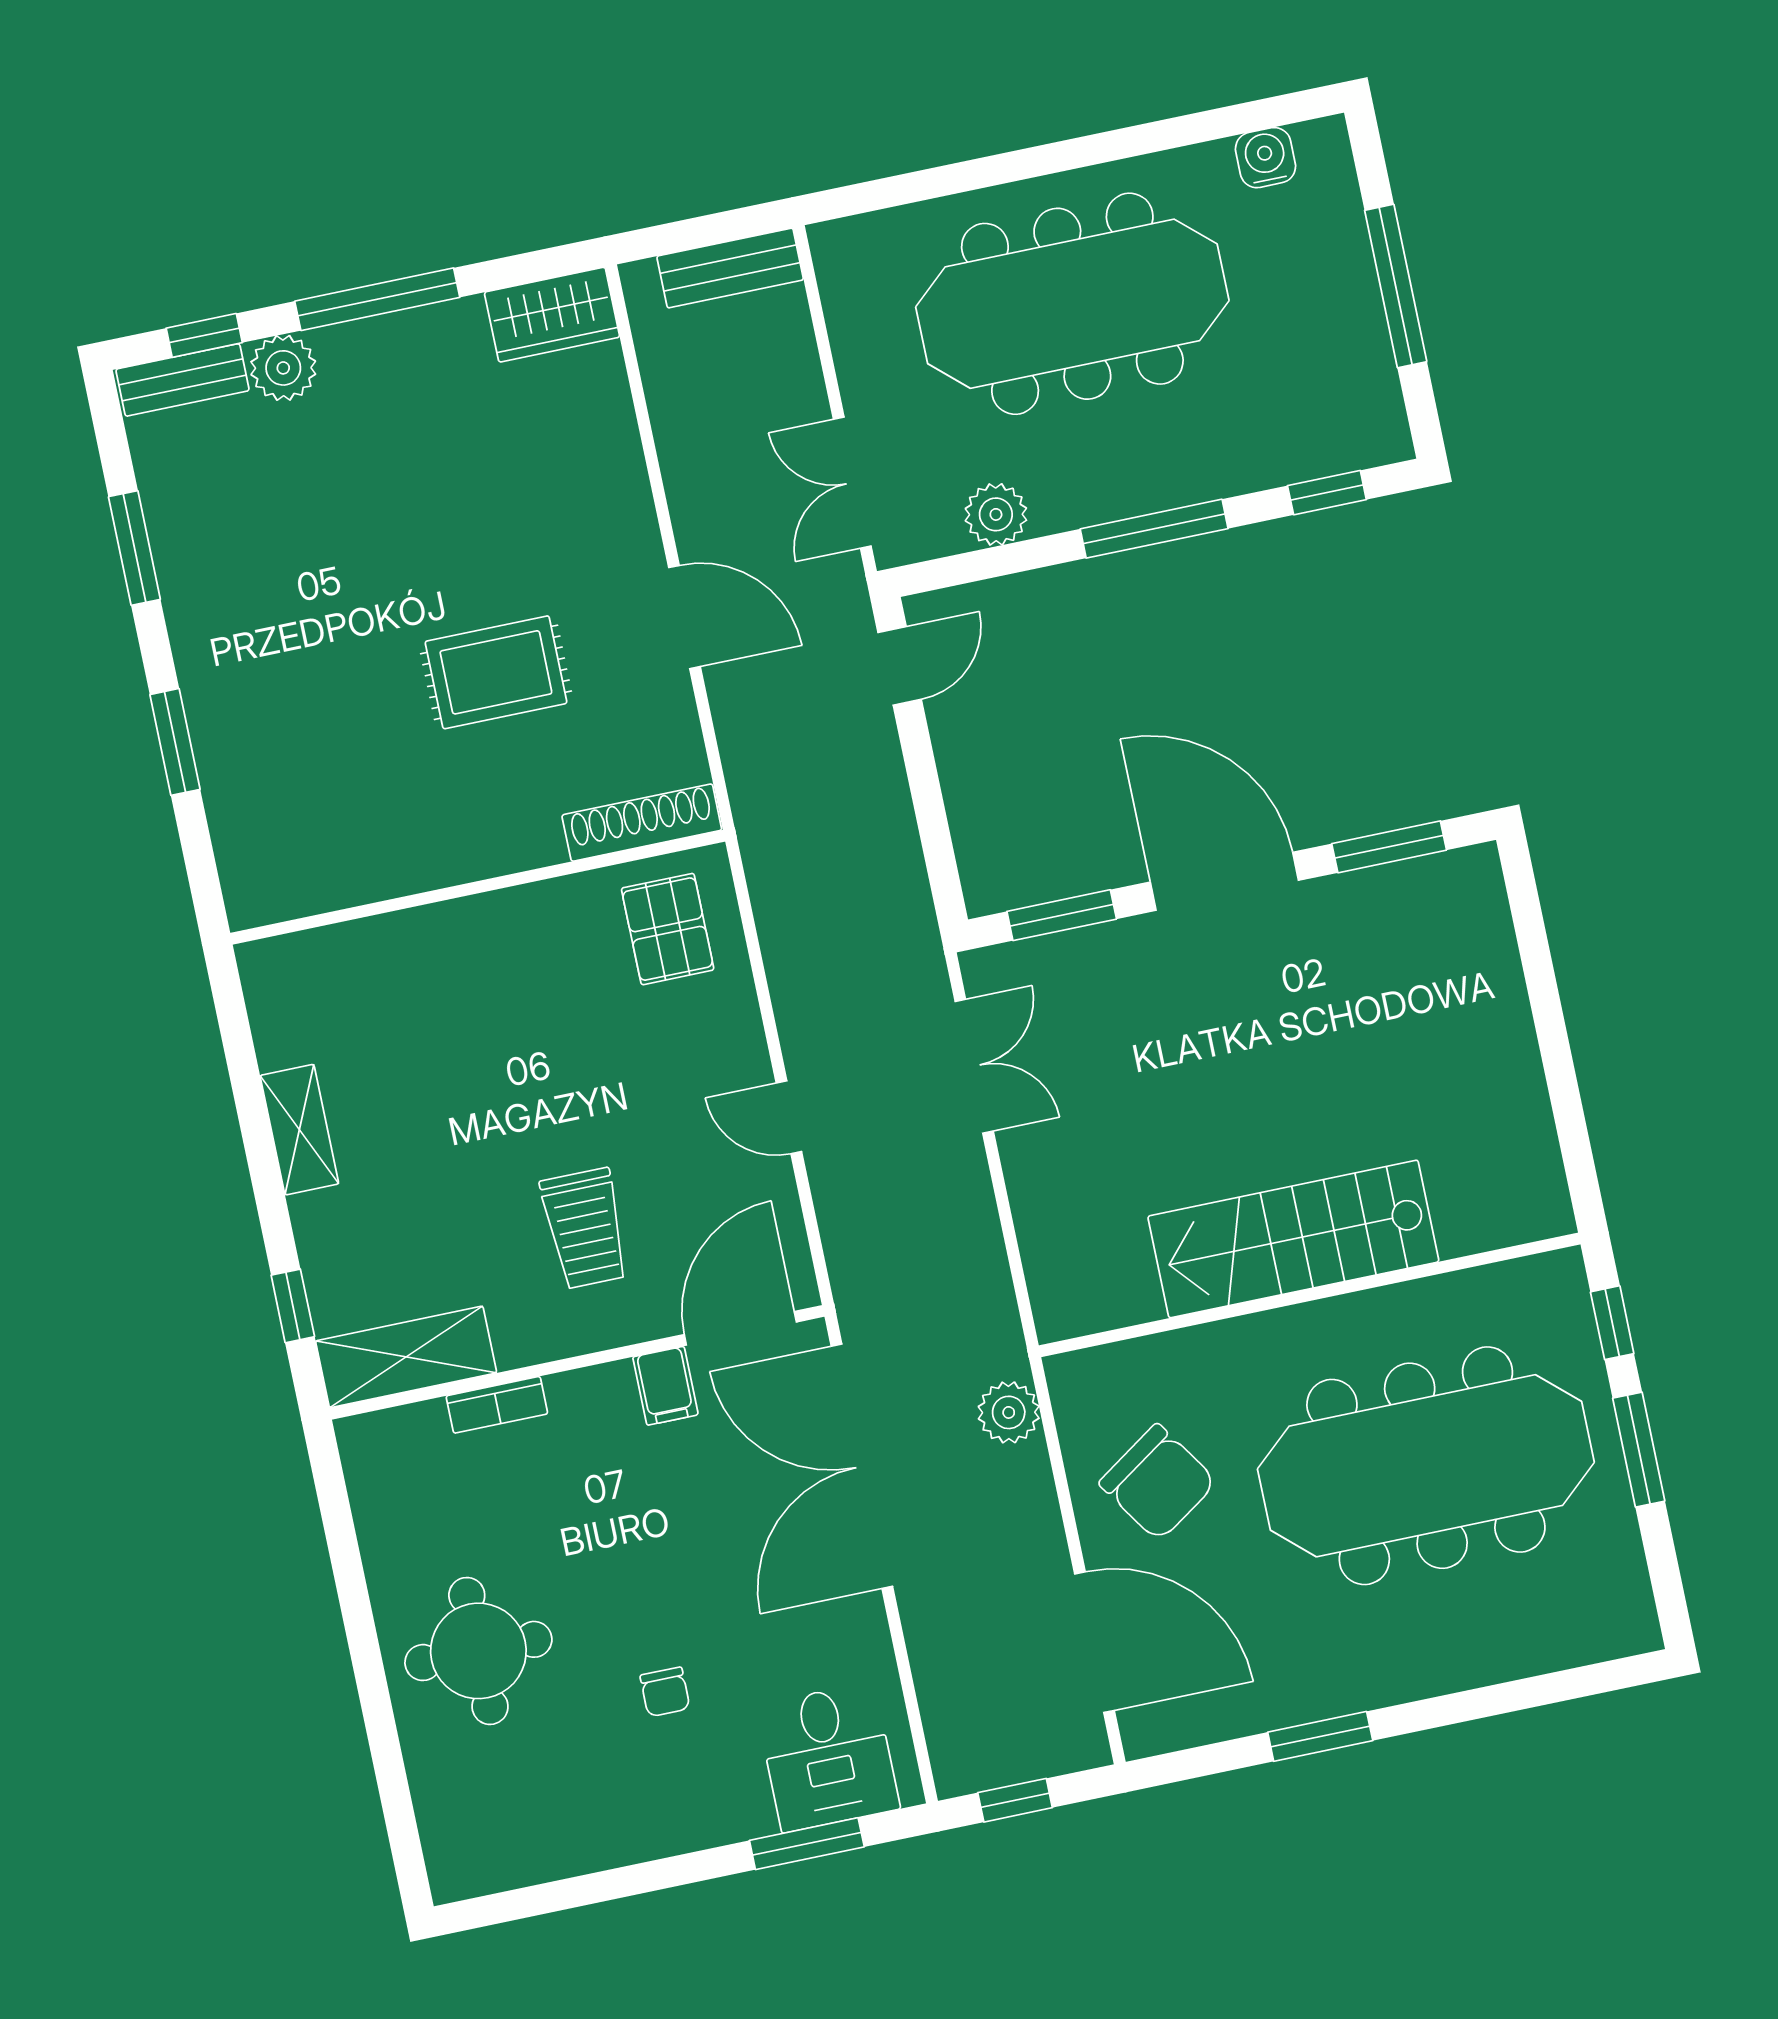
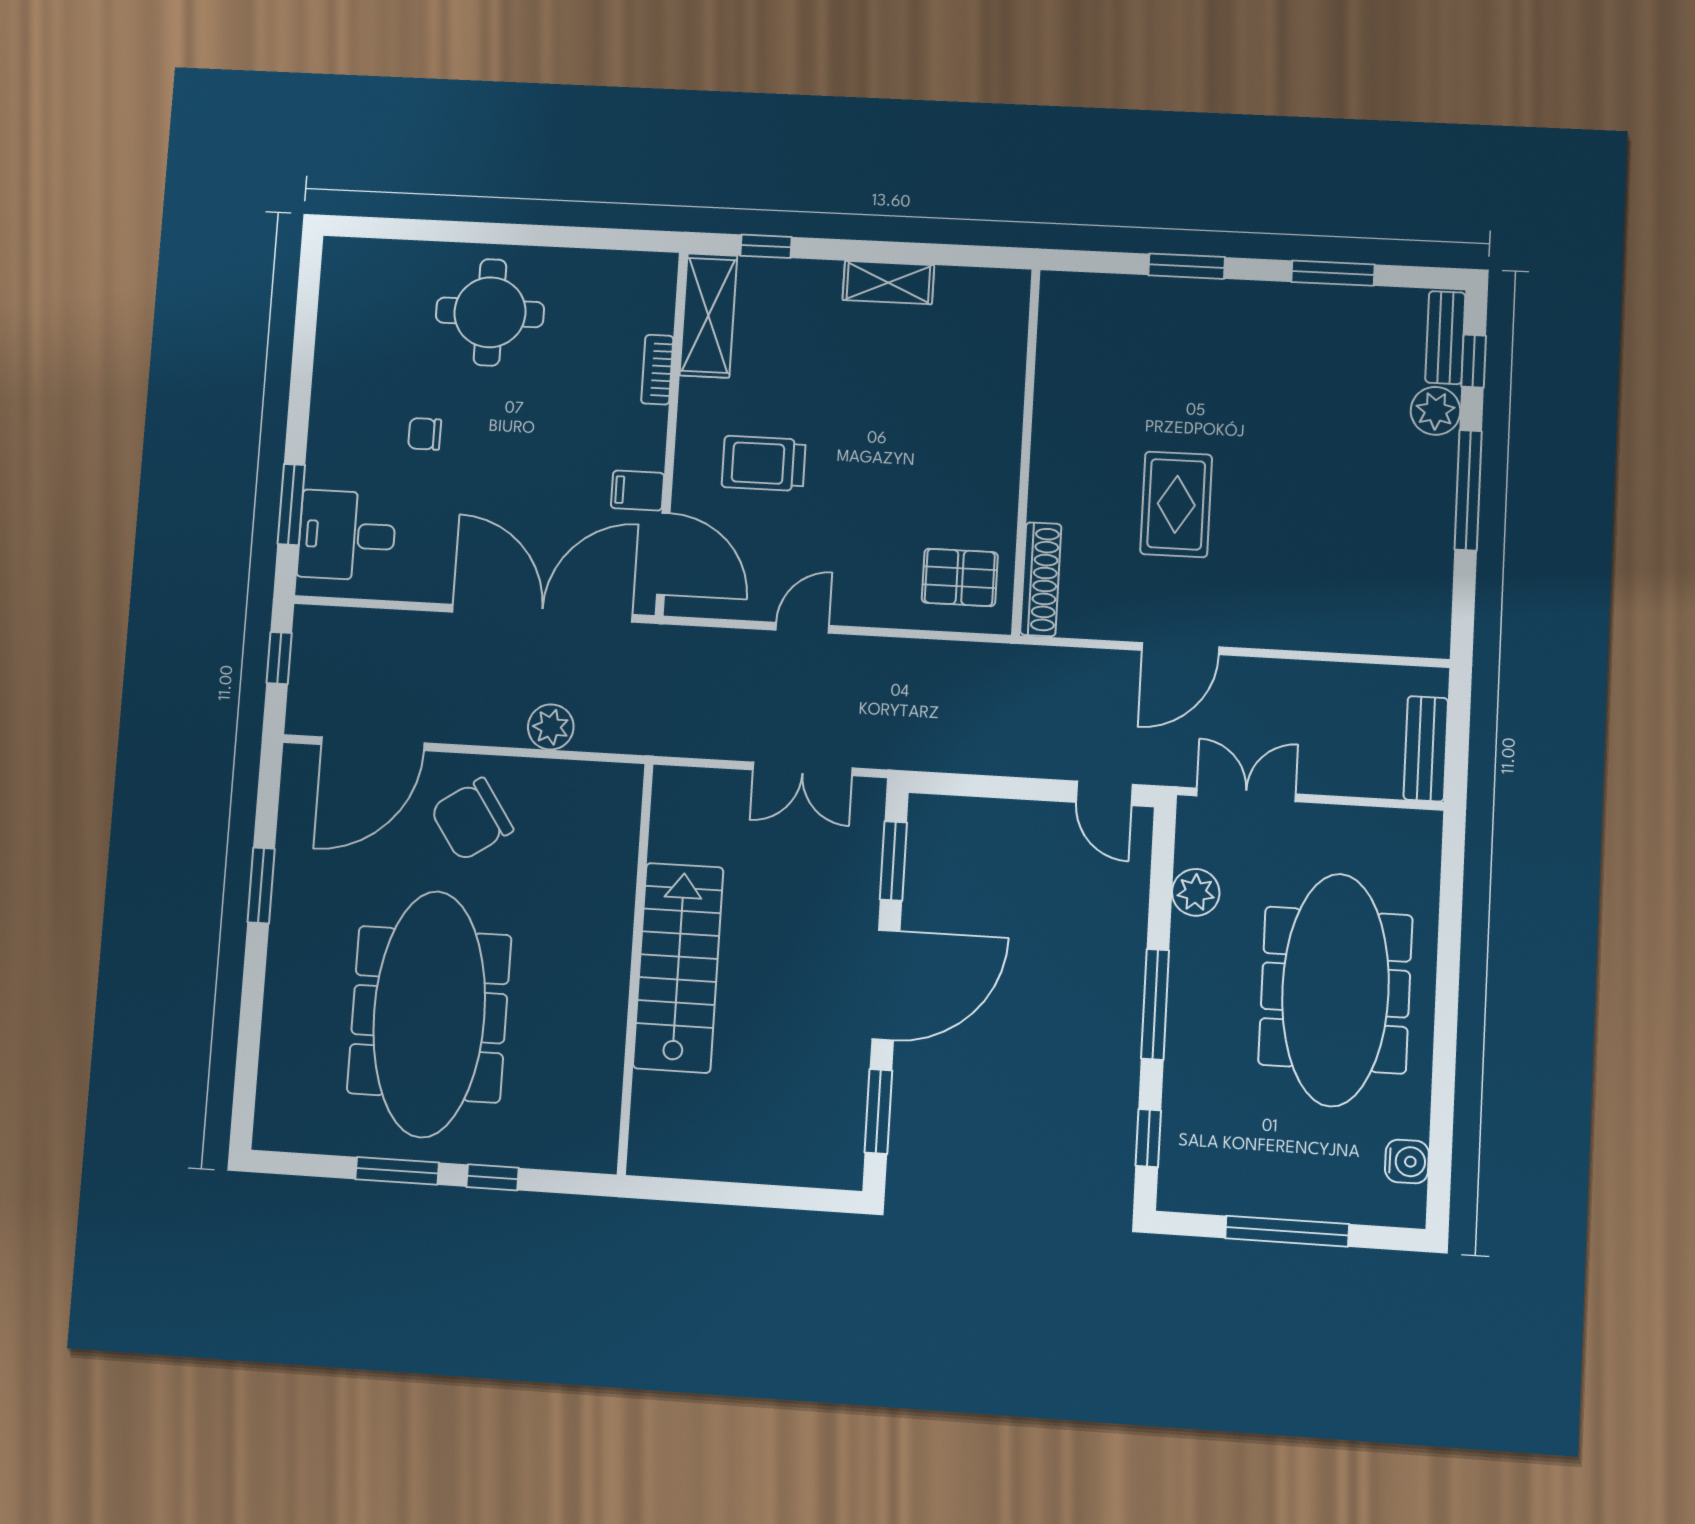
wardrobe: (552, 315) -> (1425, 612), removed
stairs: (1293, 1239) -> (678, 968), moved
wall: (1310, 1295) -> (635, 968), moved

